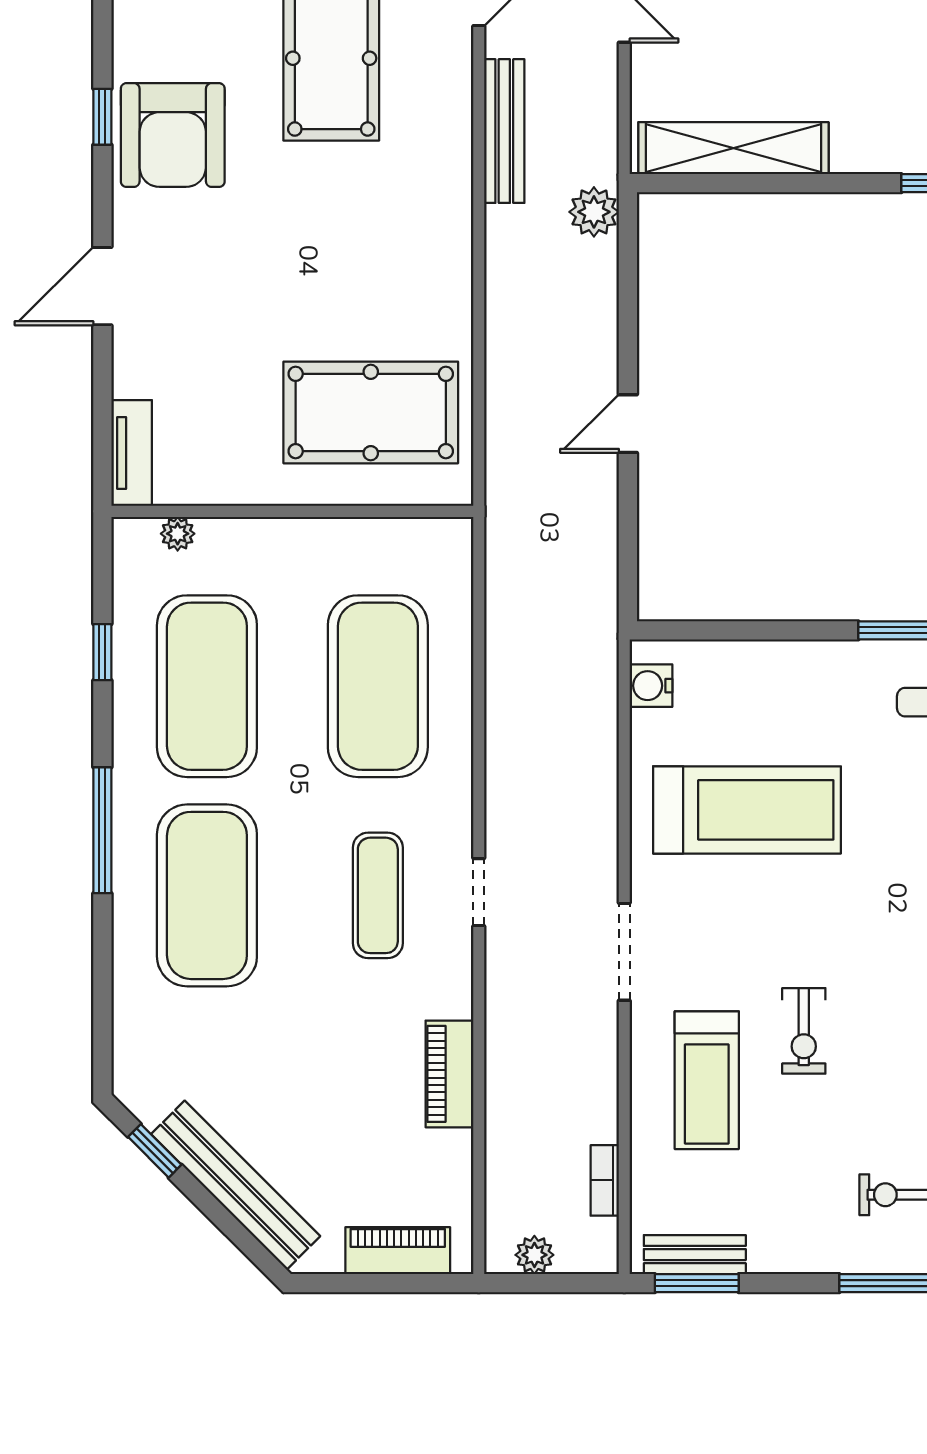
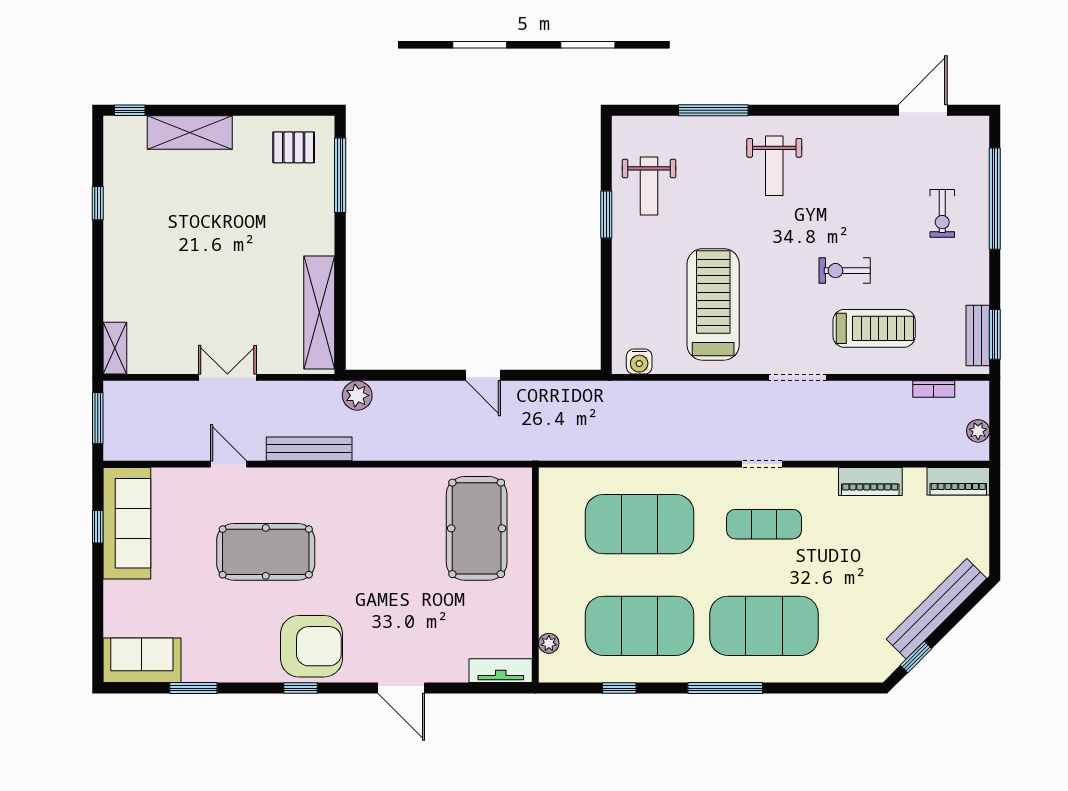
exercise bike: (804, 1031) -> (845, 271), turned 180
piano: (398, 1251) -> (958, 481), moved, turned -90

